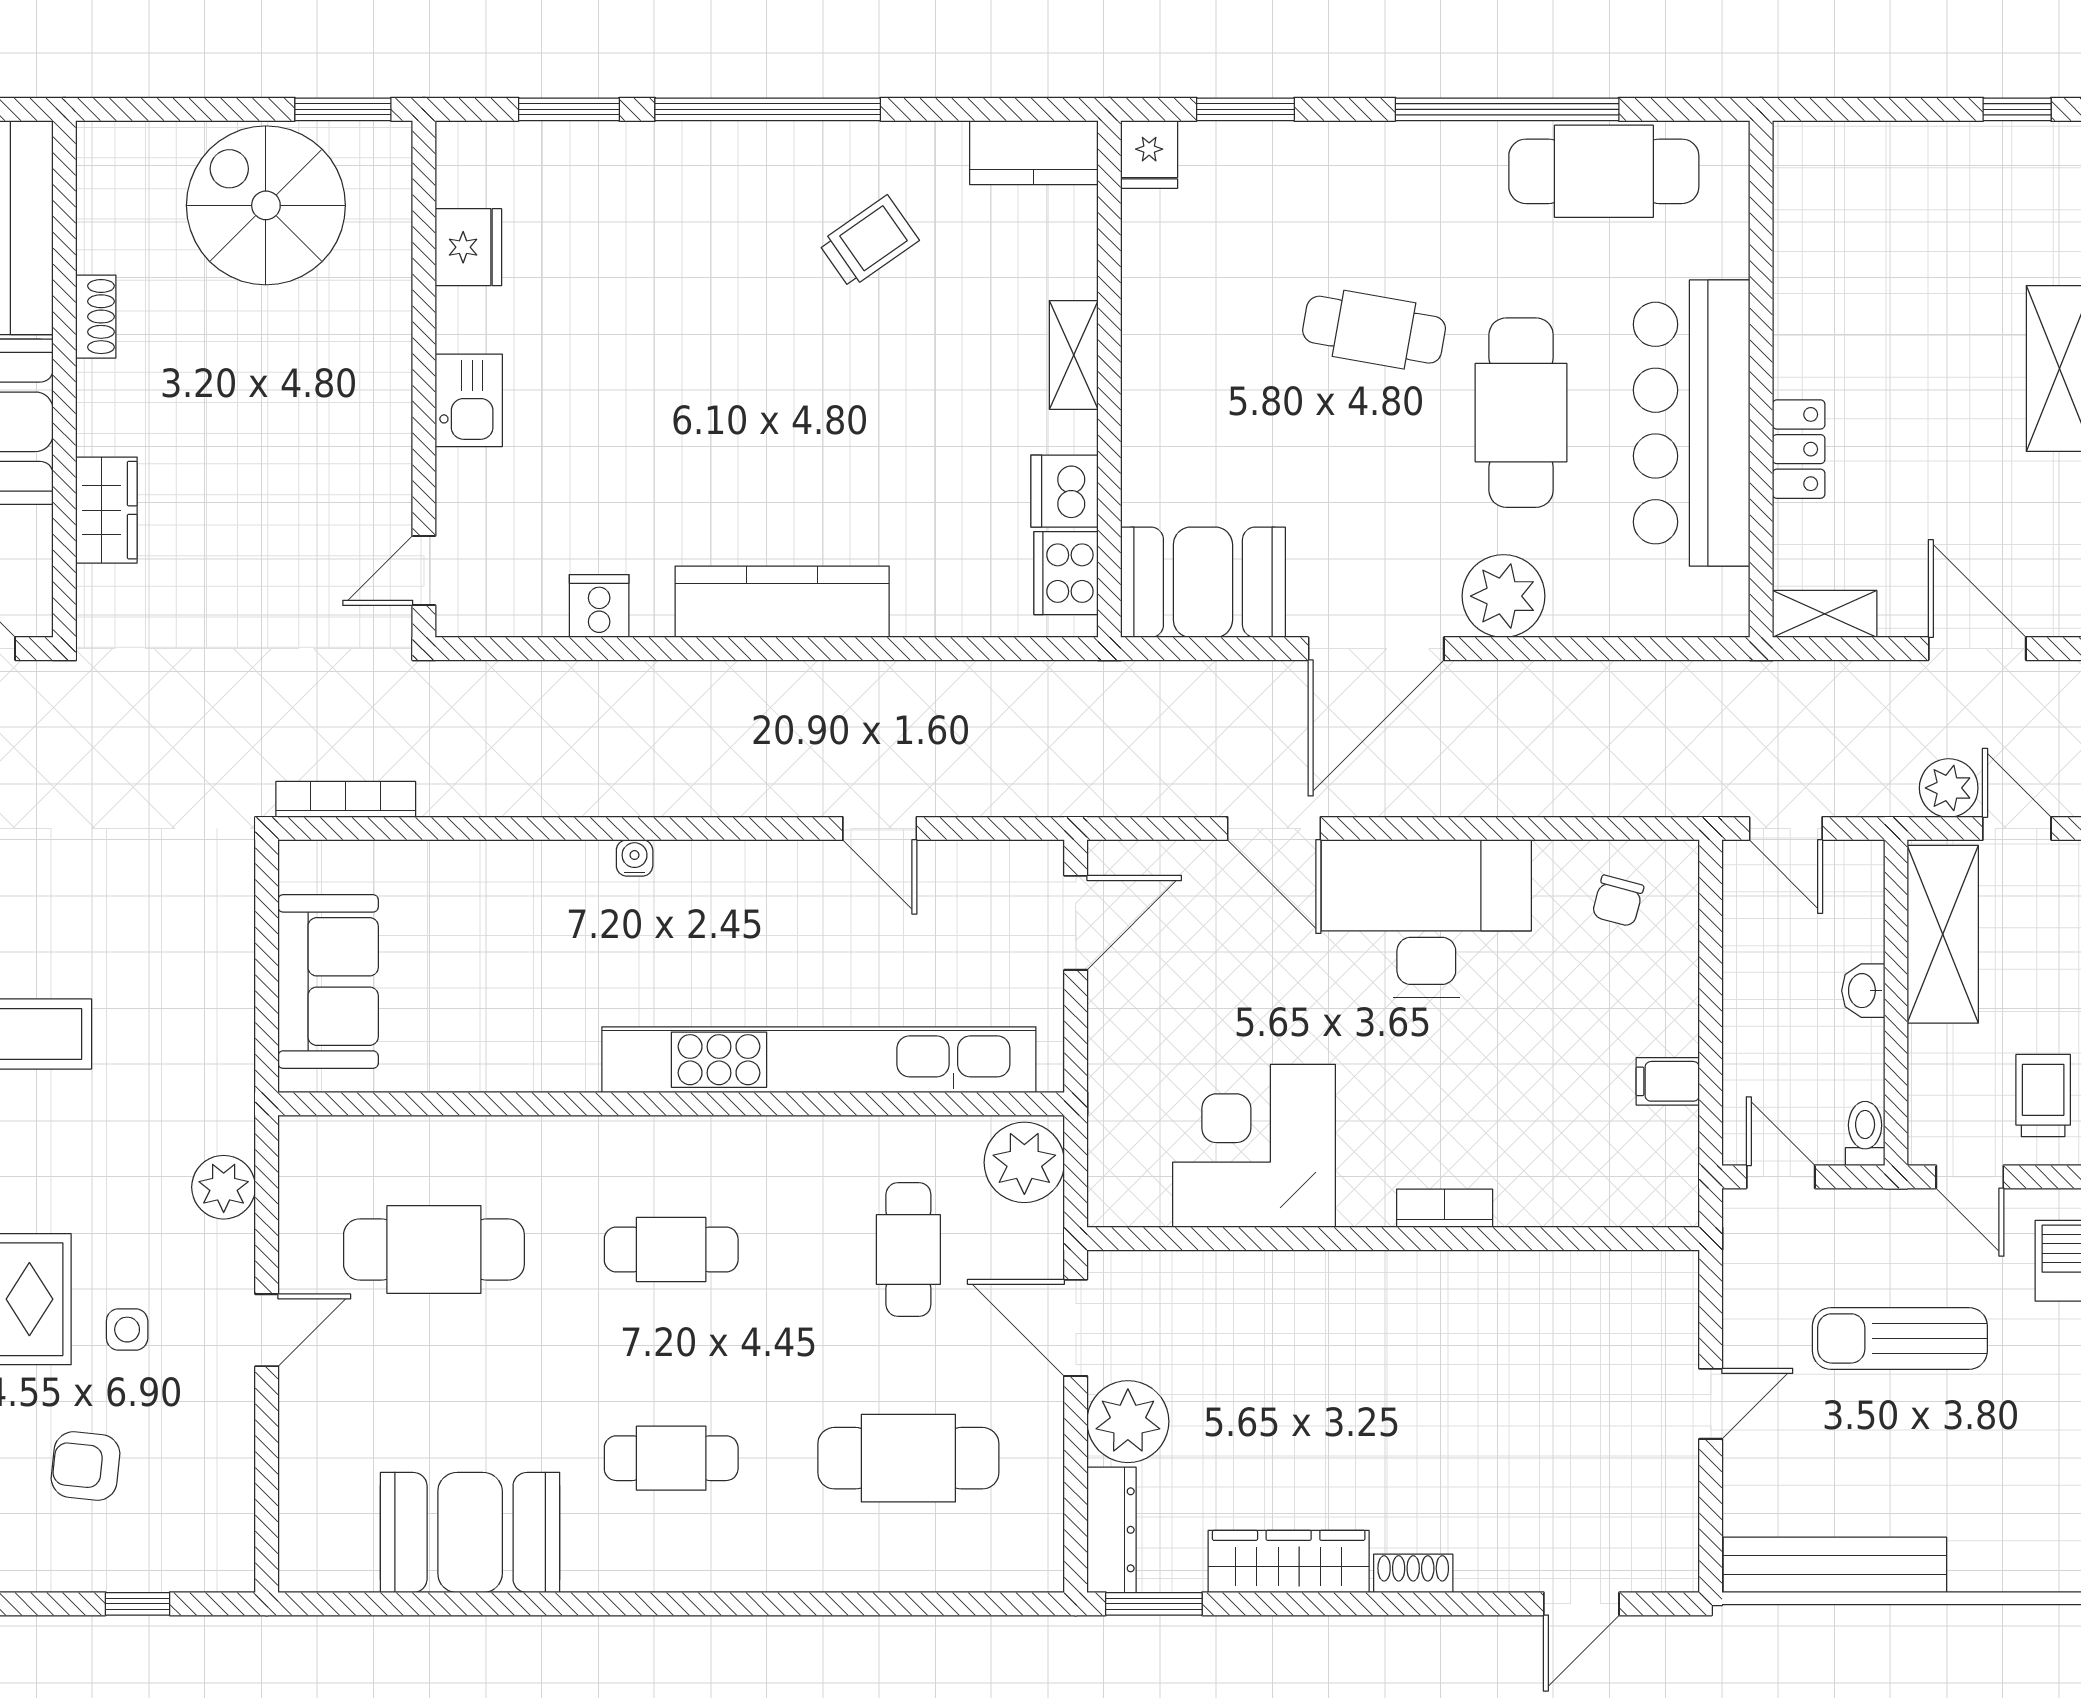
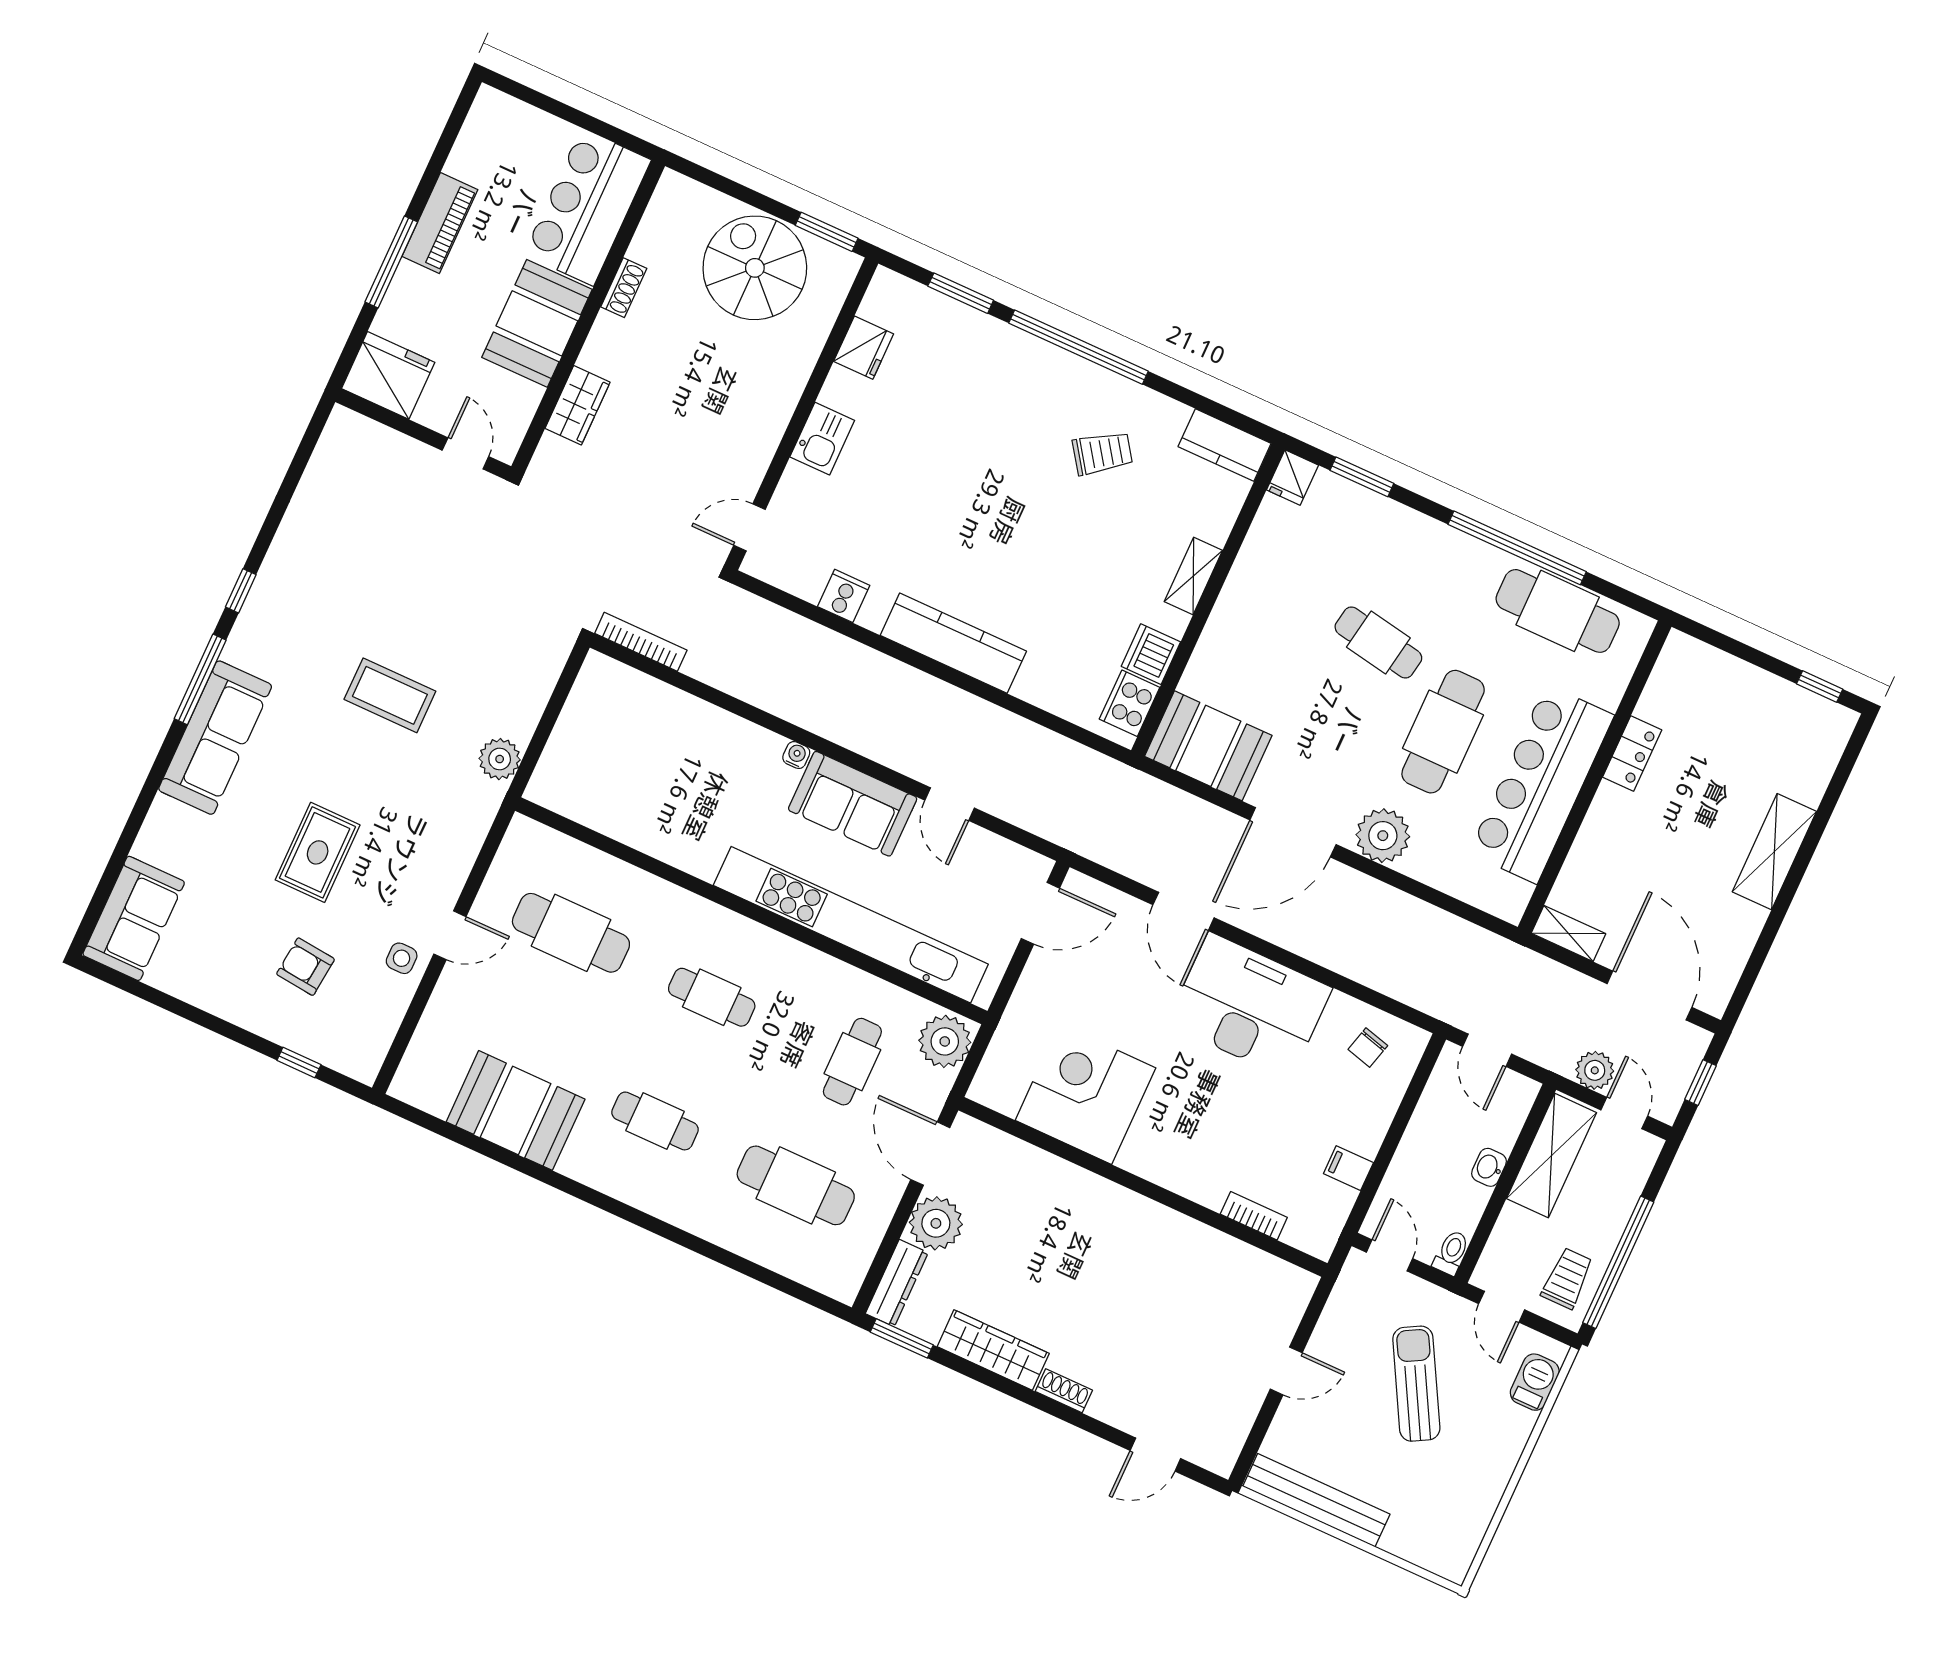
locker: (1799, 449) -> (1632, 754), moved
door: (1977, 649) -> (1649, 996), width x1.36
sofa: (328, 981) -> (853, 804), moved, turned 90
plant: (224, 1187) -> (500, 759), moved
bookcase: (1445, 1208) -> (1254, 1216), moved
side table: (127, 1330) -> (402, 958), moved
sun lounger: (1900, 1338) -> (1416, 1384), turned 61

